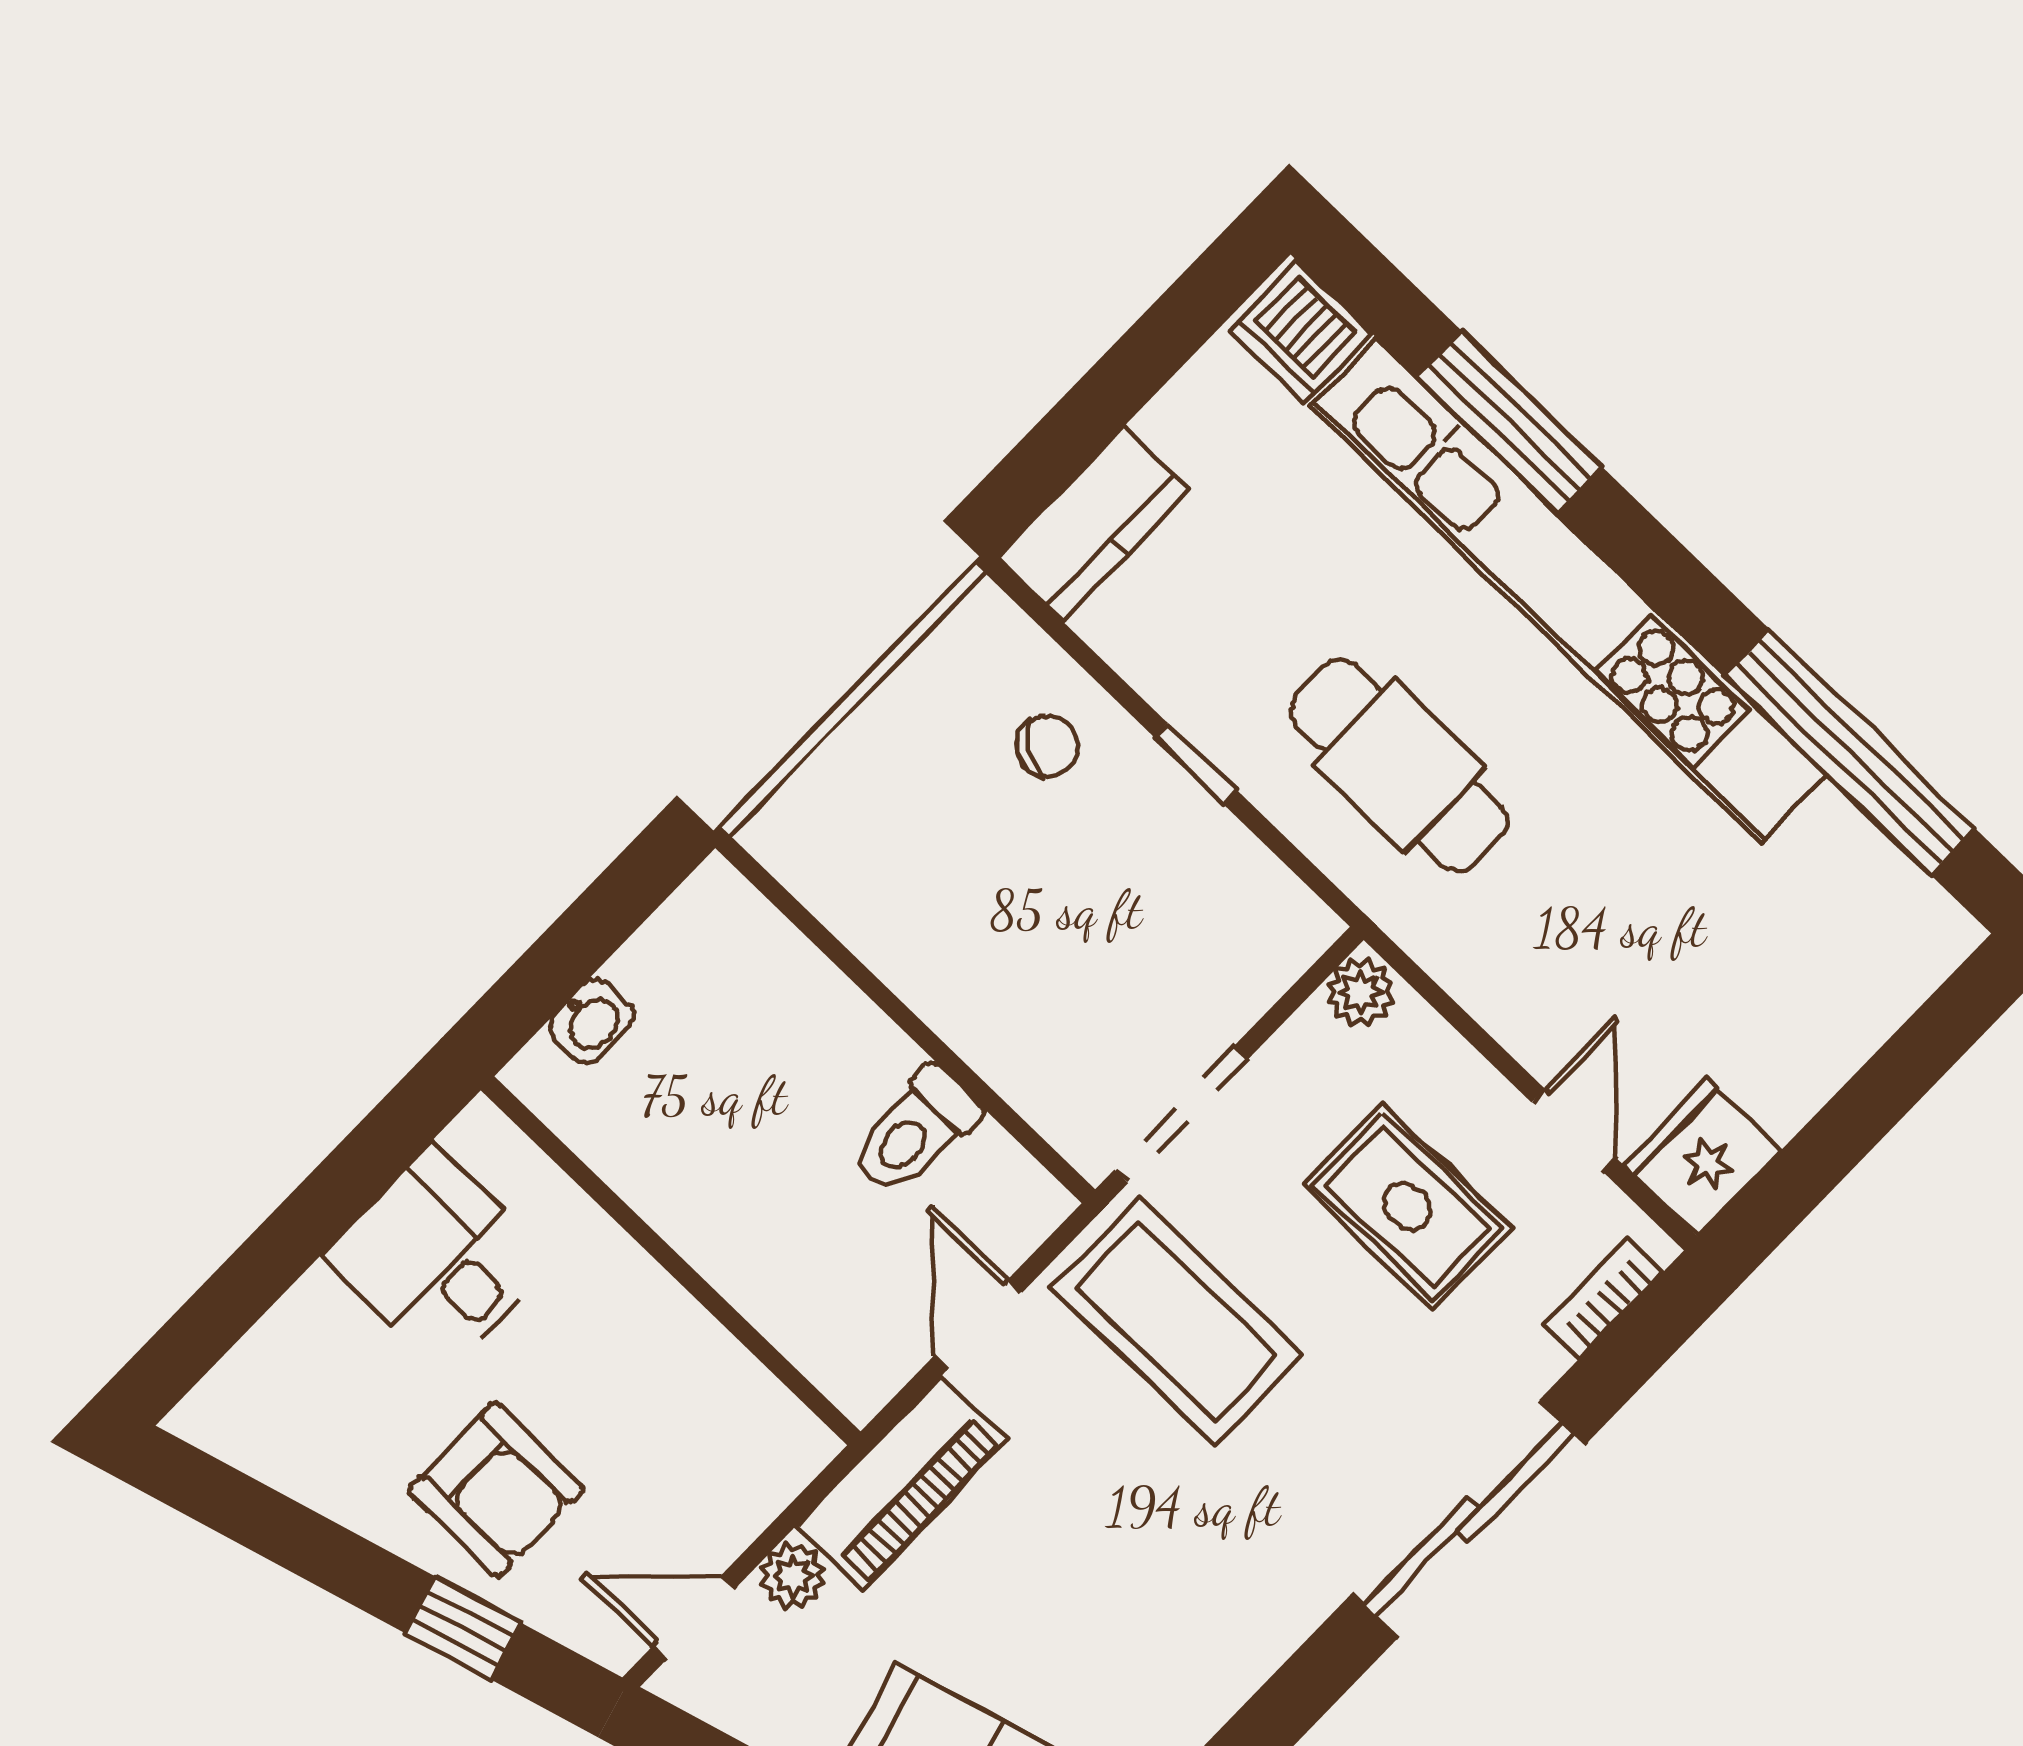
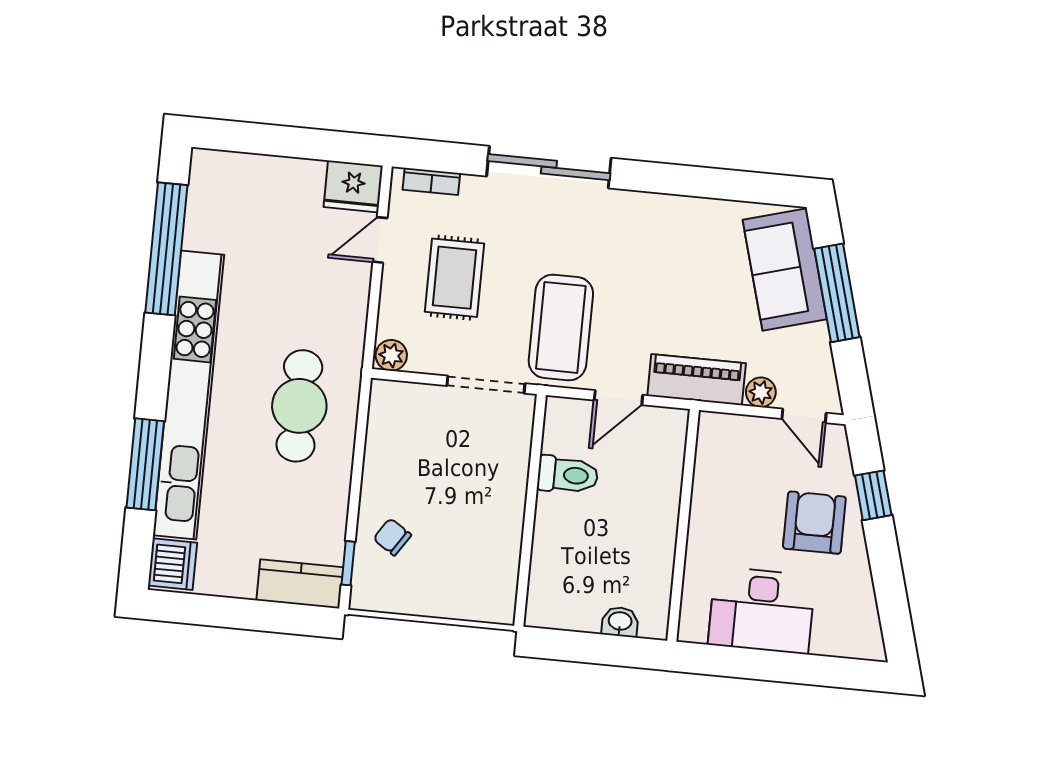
window: (1195, 763) -> (348, 563), moved
desk: (439, 1258) -> (762, 610), width x1.37

